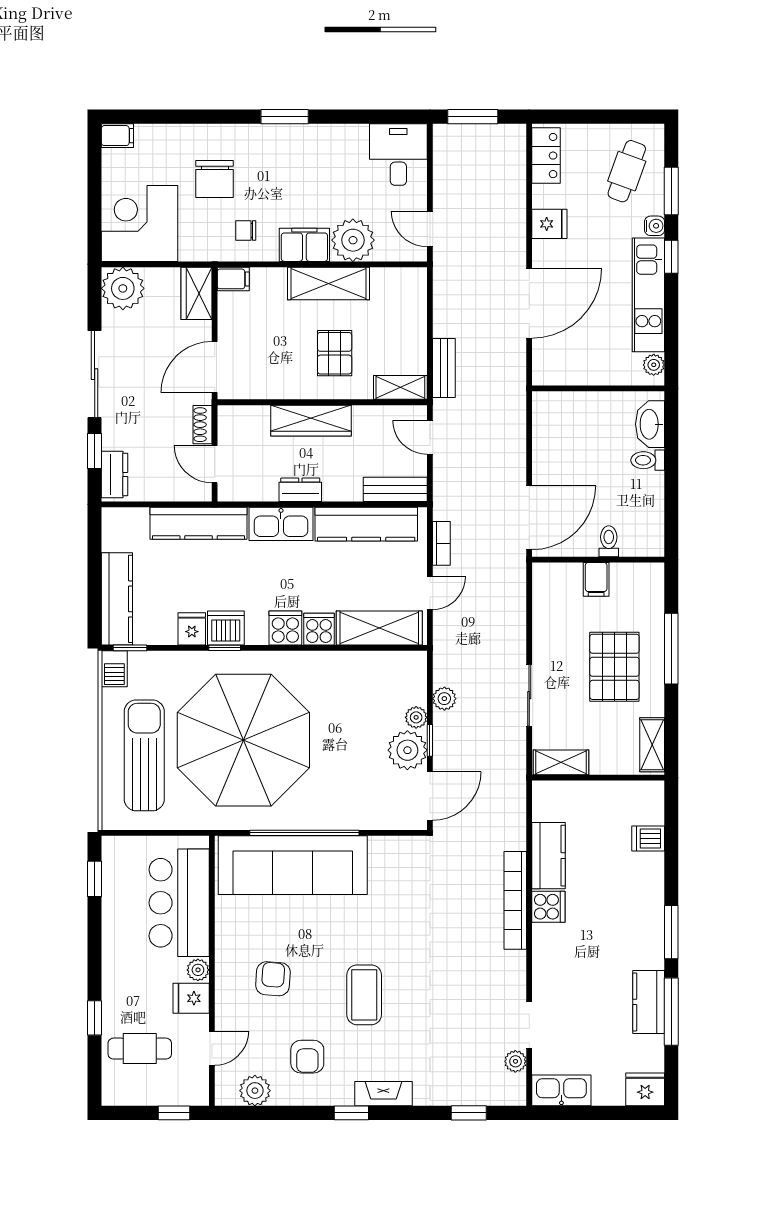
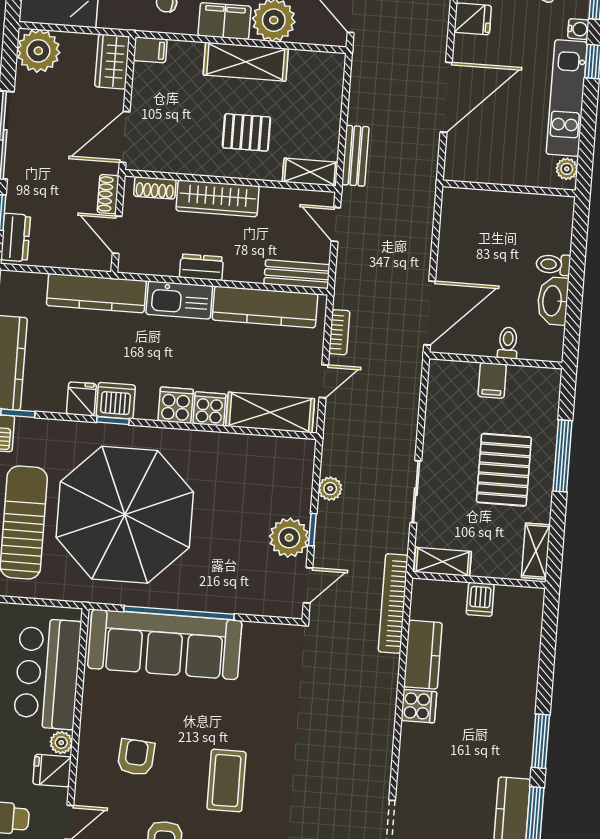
pallet: (335, 353) -> (246, 132), turned 90
shoe rack: (248, 415) -> (155, 188), added
washbasin: (650, 424) -> (553, 301), moved
plant: (416, 717) -> (300, 505), removed
door: (430, 796) -> (308, 585), width x0.73
dishwasher: (648, 838) -> (480, 599), moved, turned -90
bookcase: (515, 900) -> (393, 604), moved

